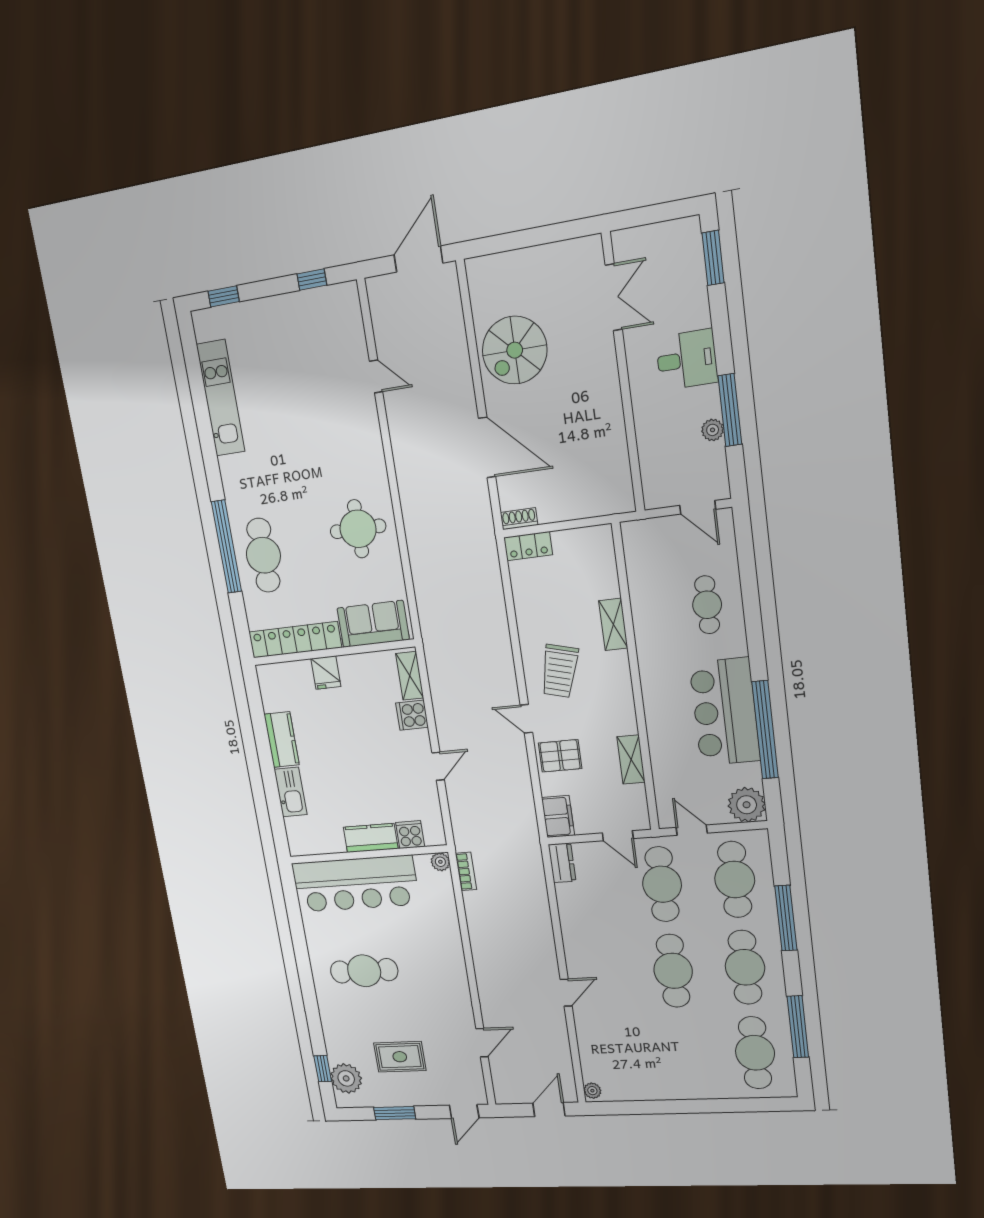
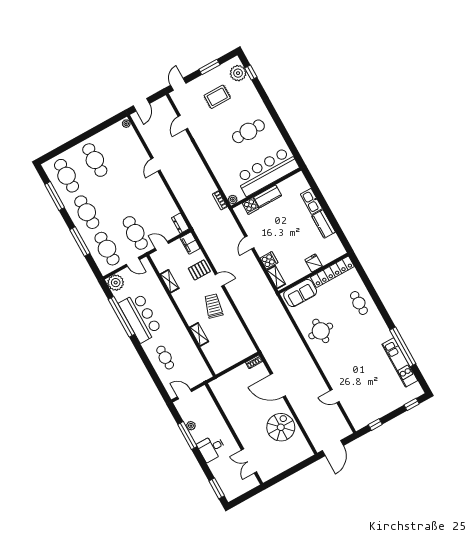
locker: (528, 546) -> (246, 352), removed
window: (226, 547) -> (403, 347), moved
cafe table: (263, 555) -> (359, 303), width x0.73, depth x0.74
cafe table: (673, 971) -> (95, 160), moved

